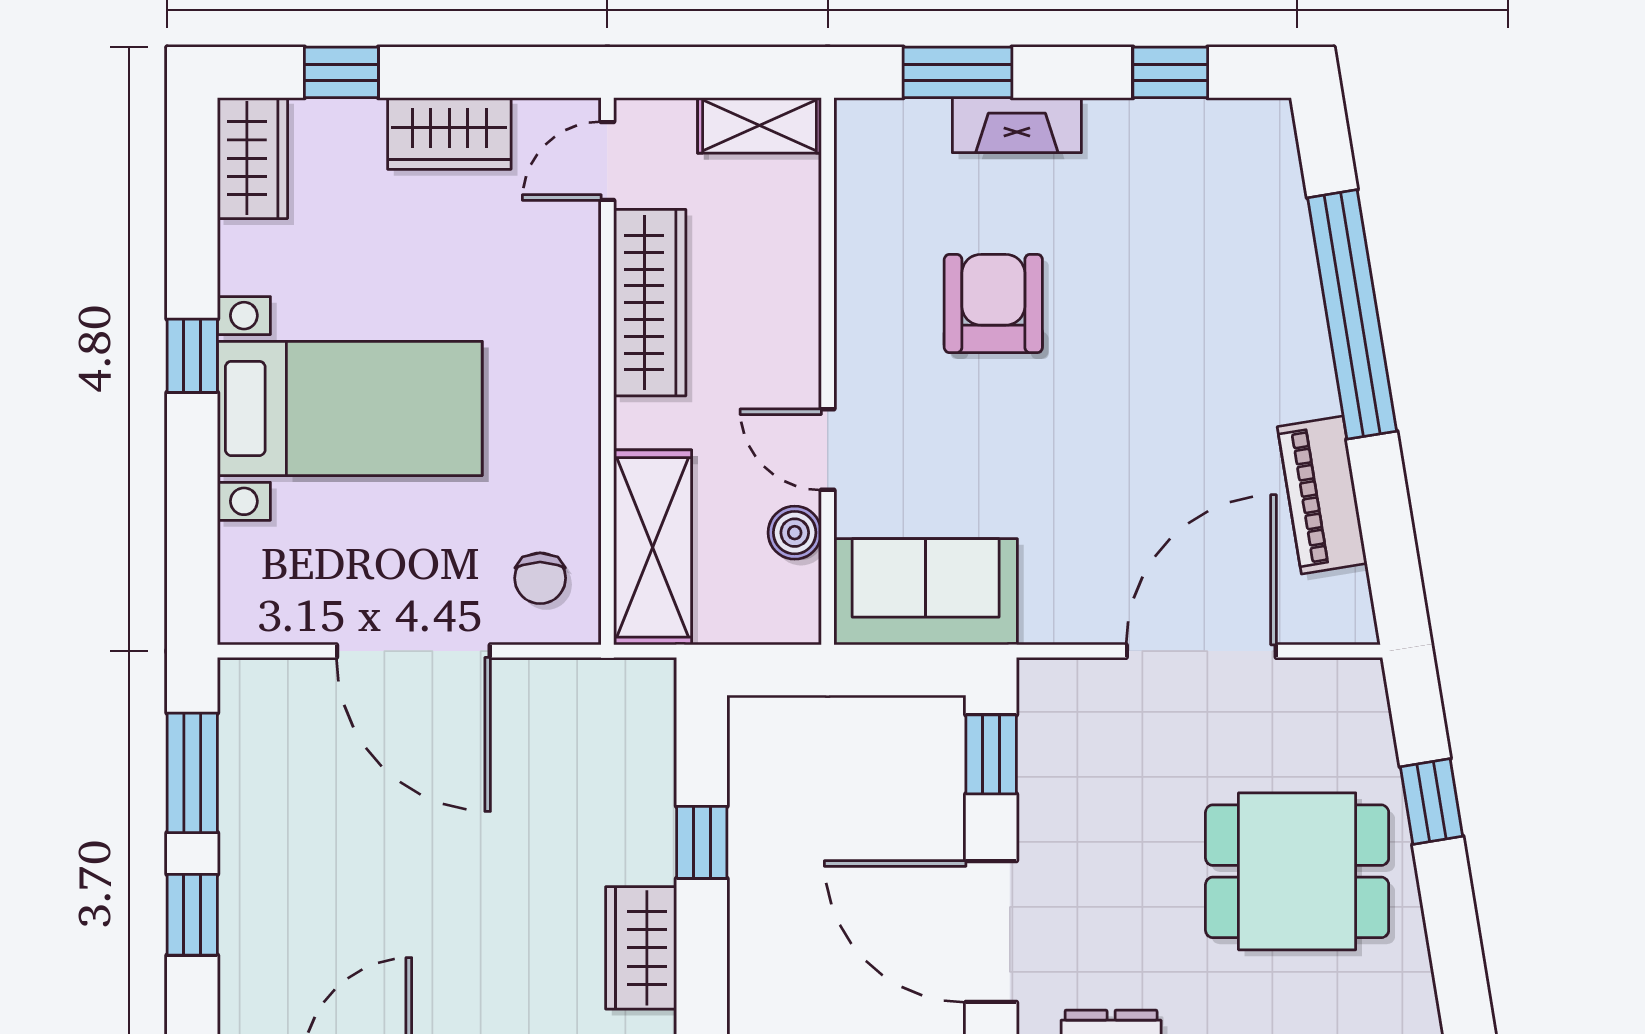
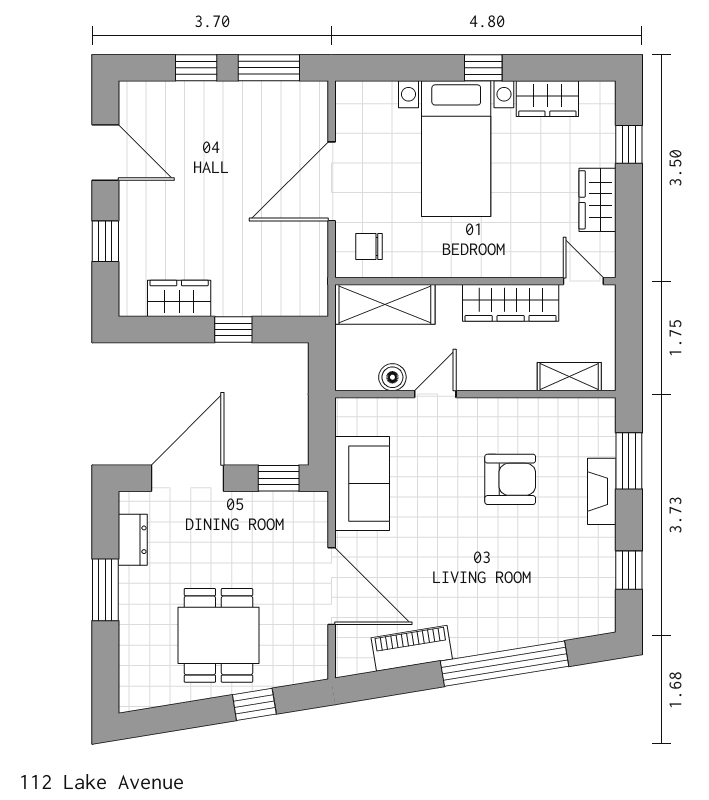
shelving: (759, 125) -> (569, 377), moved, turned 90
wardrobe: (253, 158) -> (547, 99), moved
sofa: (926, 592) -> (362, 484), moved

